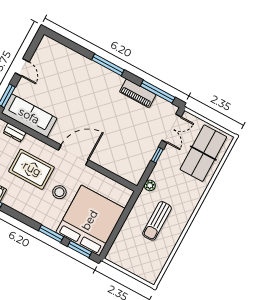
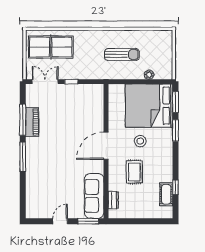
window: (158, 92) -> (23, 120), moved
door: (73, 155) -> (106, 146), hinge flipped
rug: (32, 169) -> (134, 172), width x0.73, depth x0.70
plant: (150, 185) -> (149, 75), moved

